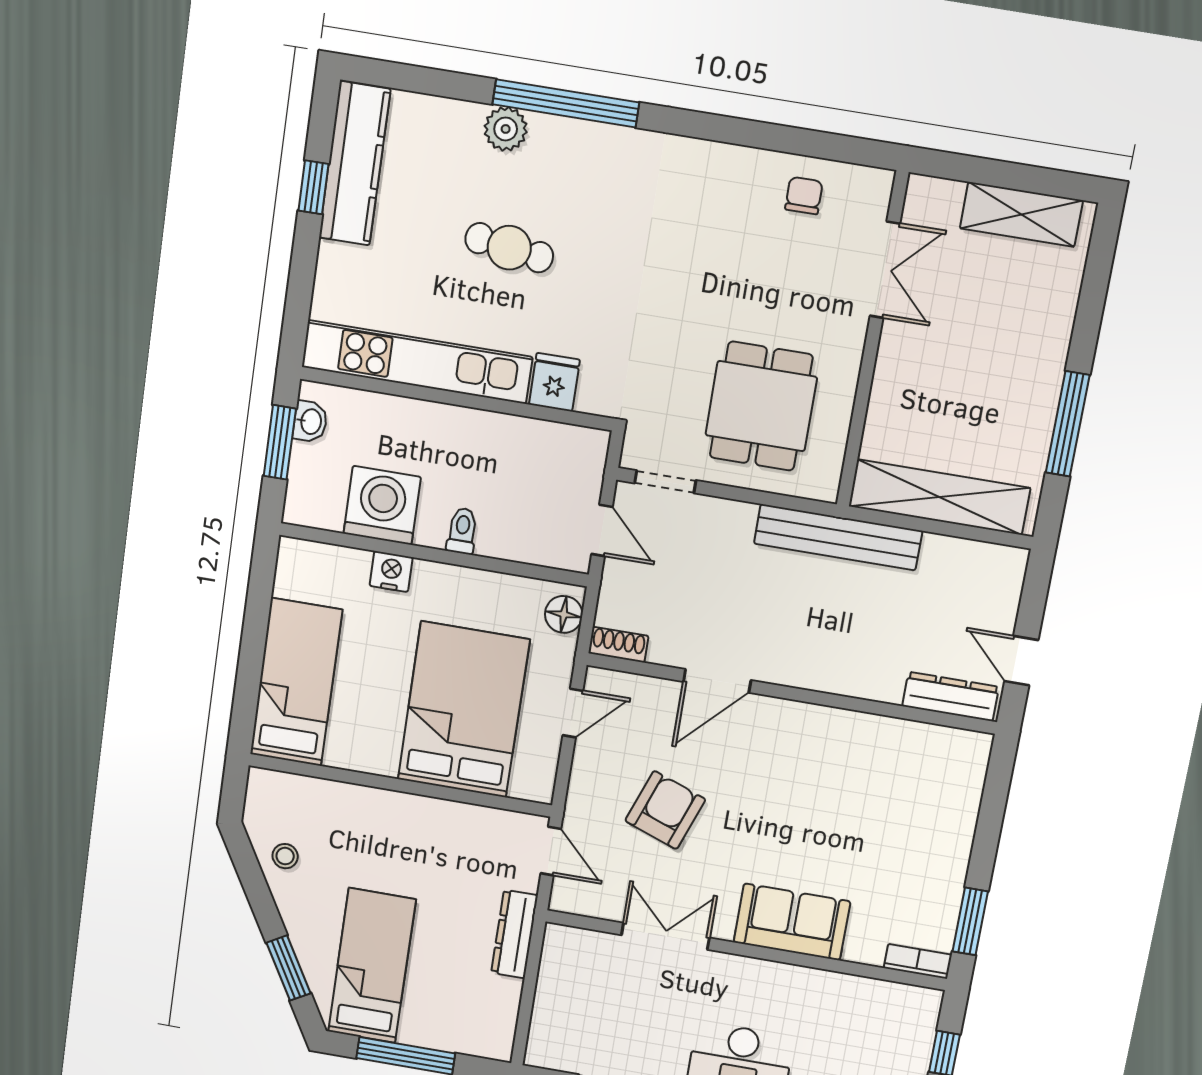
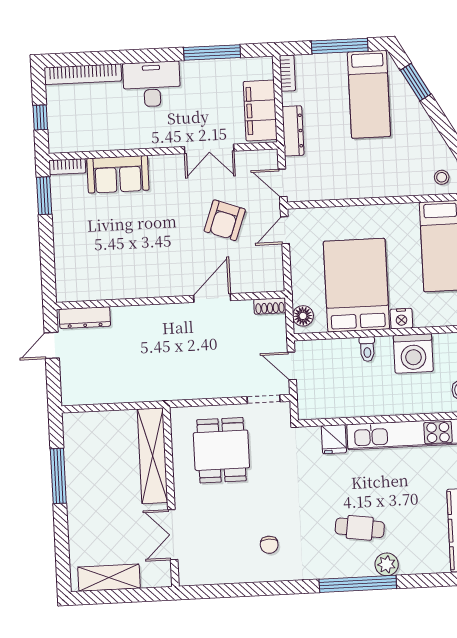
chair: (804, 196) -> (269, 545), moved
cafe table: (509, 248) -> (360, 528), moved
shelving: (939, 497) -> (153, 456), moved, turned 90
bench: (838, 537) -> (165, 390), removed
door: (1021, 661) -> (52, 345), swing flipped
bed: (464, 710) -> (356, 285), moved, turned 180
door: (573, 713) -> (285, 230), moved
stool: (285, 856) -> (442, 177), moved
sofa: (792, 922) -> (118, 174), moved
filing cabinet: (563, 980) -> (260, 110), added
bookcase: (504, 1031) -> (287, 73), added

